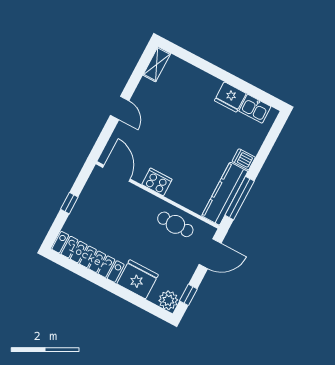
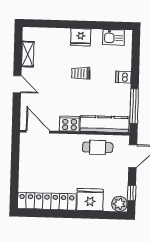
shelving: (157, 64) -> (28, 54), moved
fridge: (230, 97) -> (81, 37), moved
trolley: (197, 131) -> (81, 73), added
kitchen counter: (225, 194) -> (105, 124), moved, turned 90
window: (69, 203) -> (15, 170), removed

